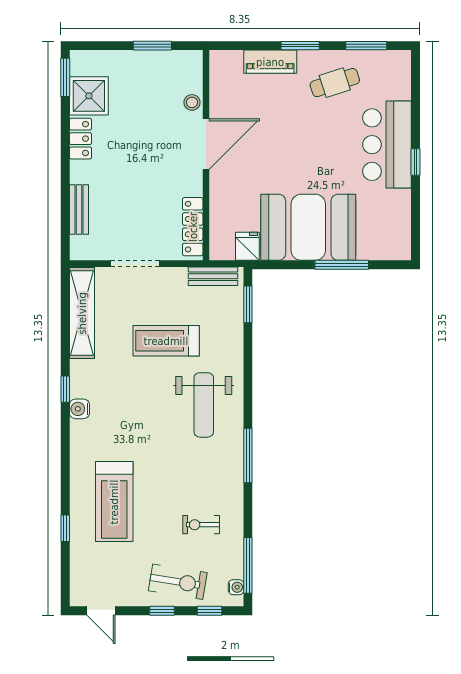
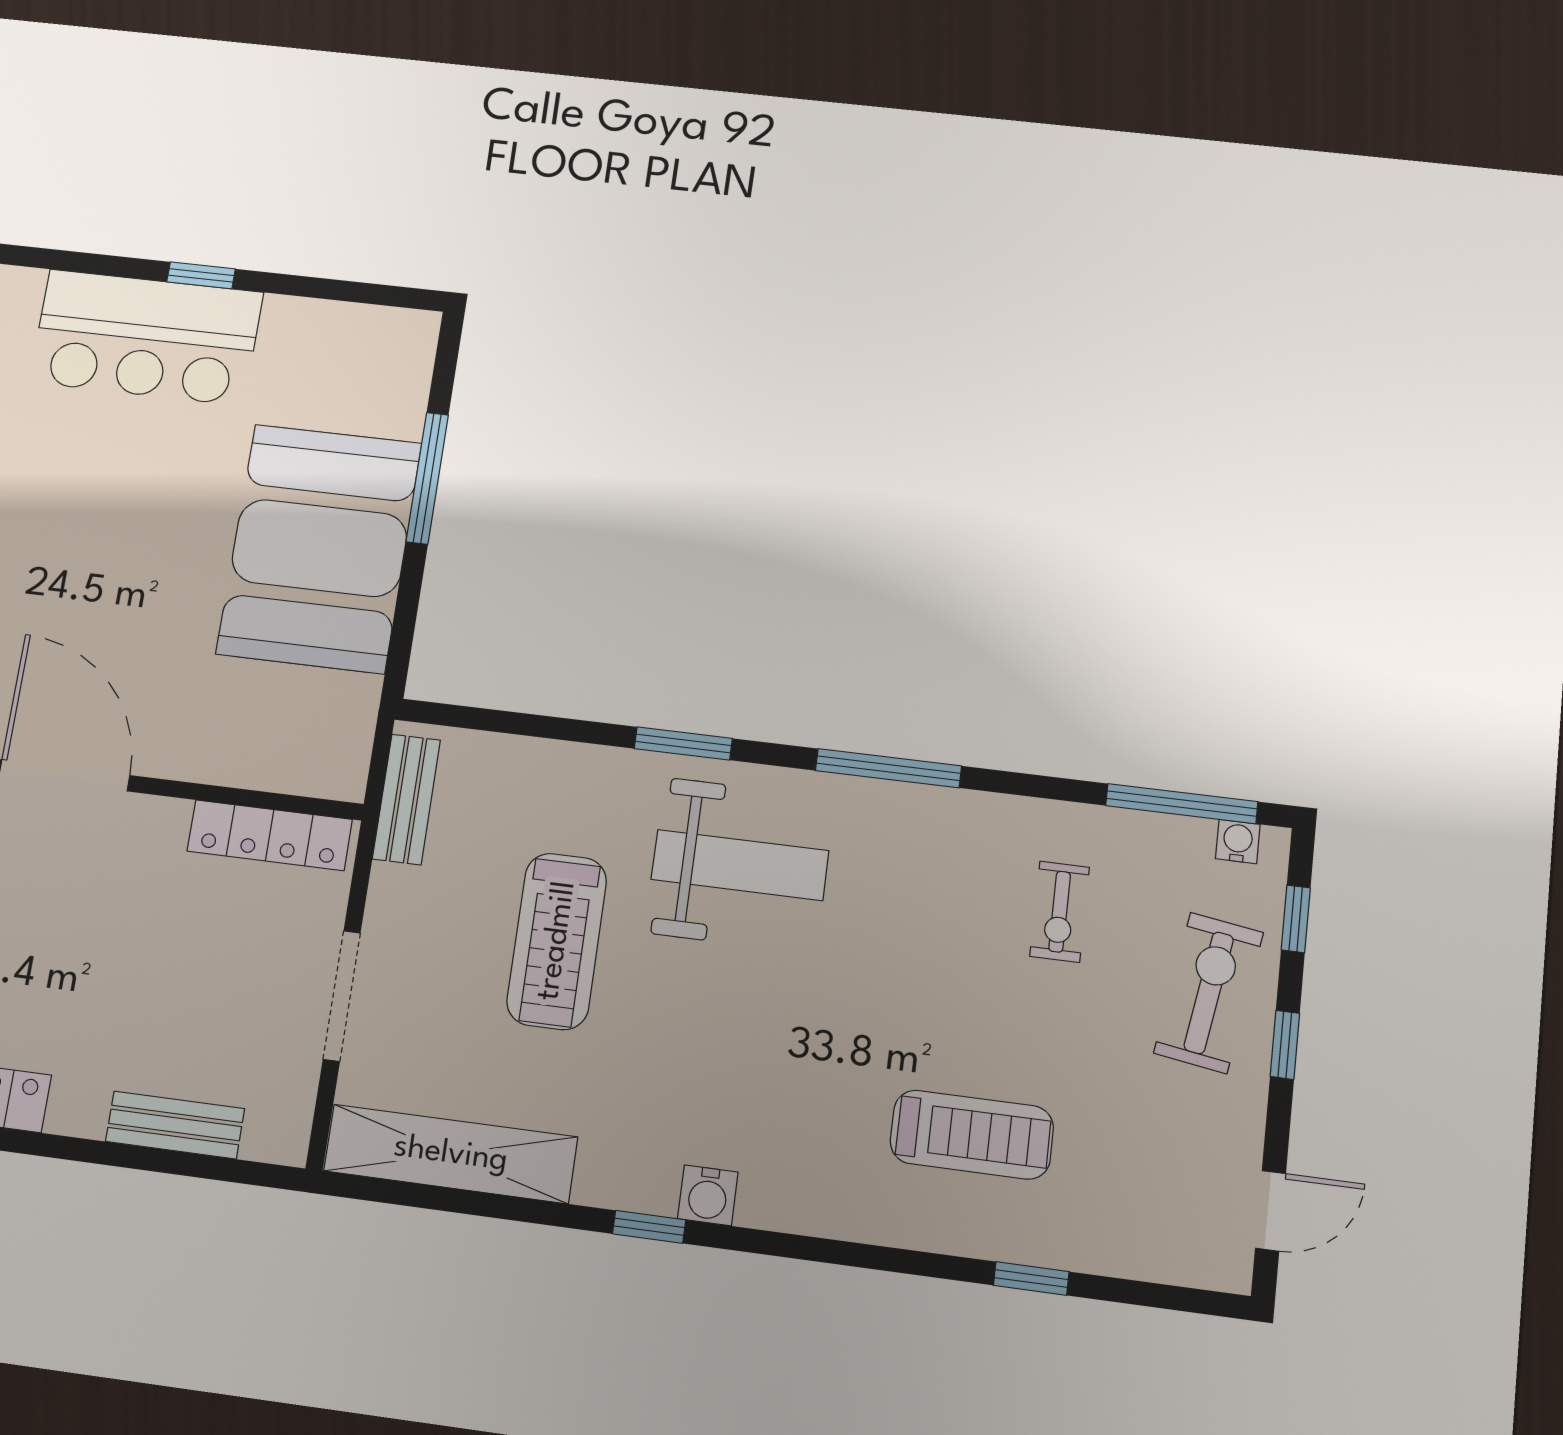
fridge: (247, 246) -> (343, 704), removed
window: (248, 304) -> (683, 743), moved
treadmill: (114, 502) -> (972, 1135), width x0.73, depth x0.73

